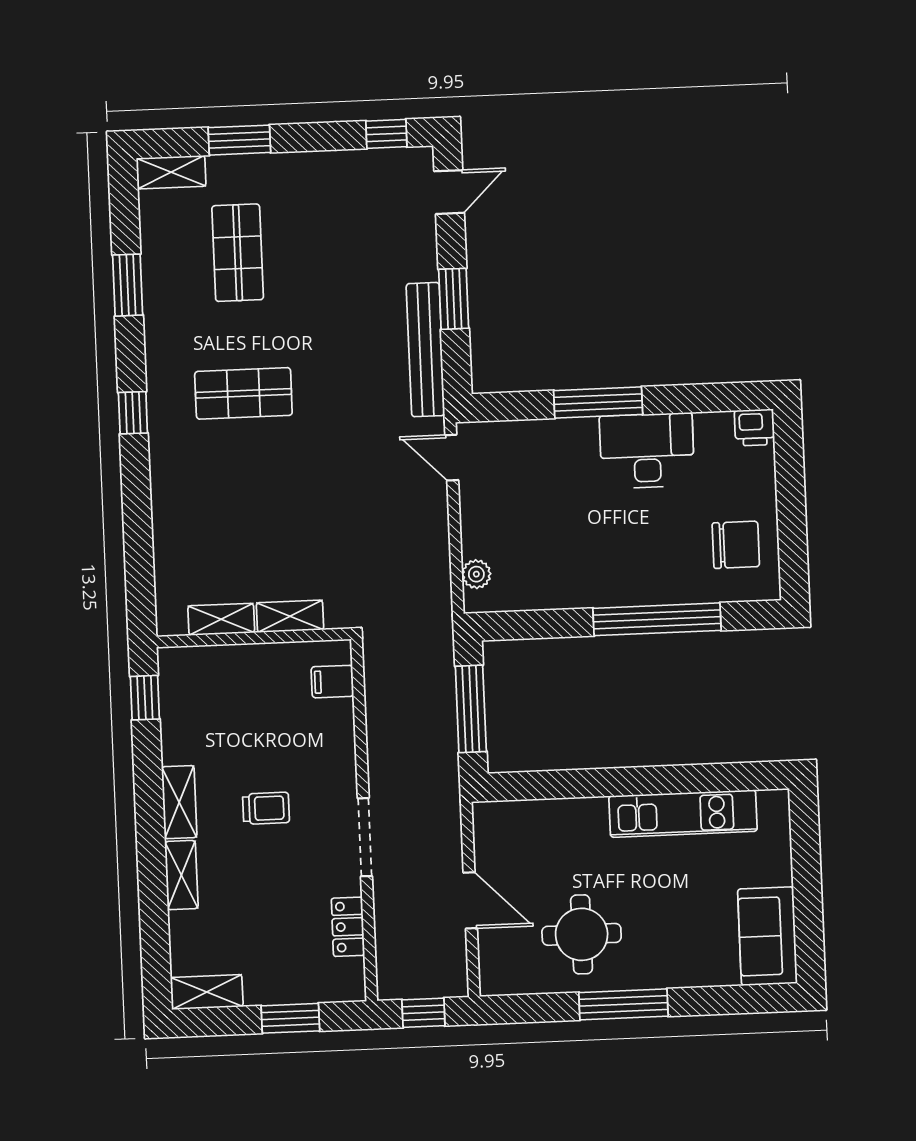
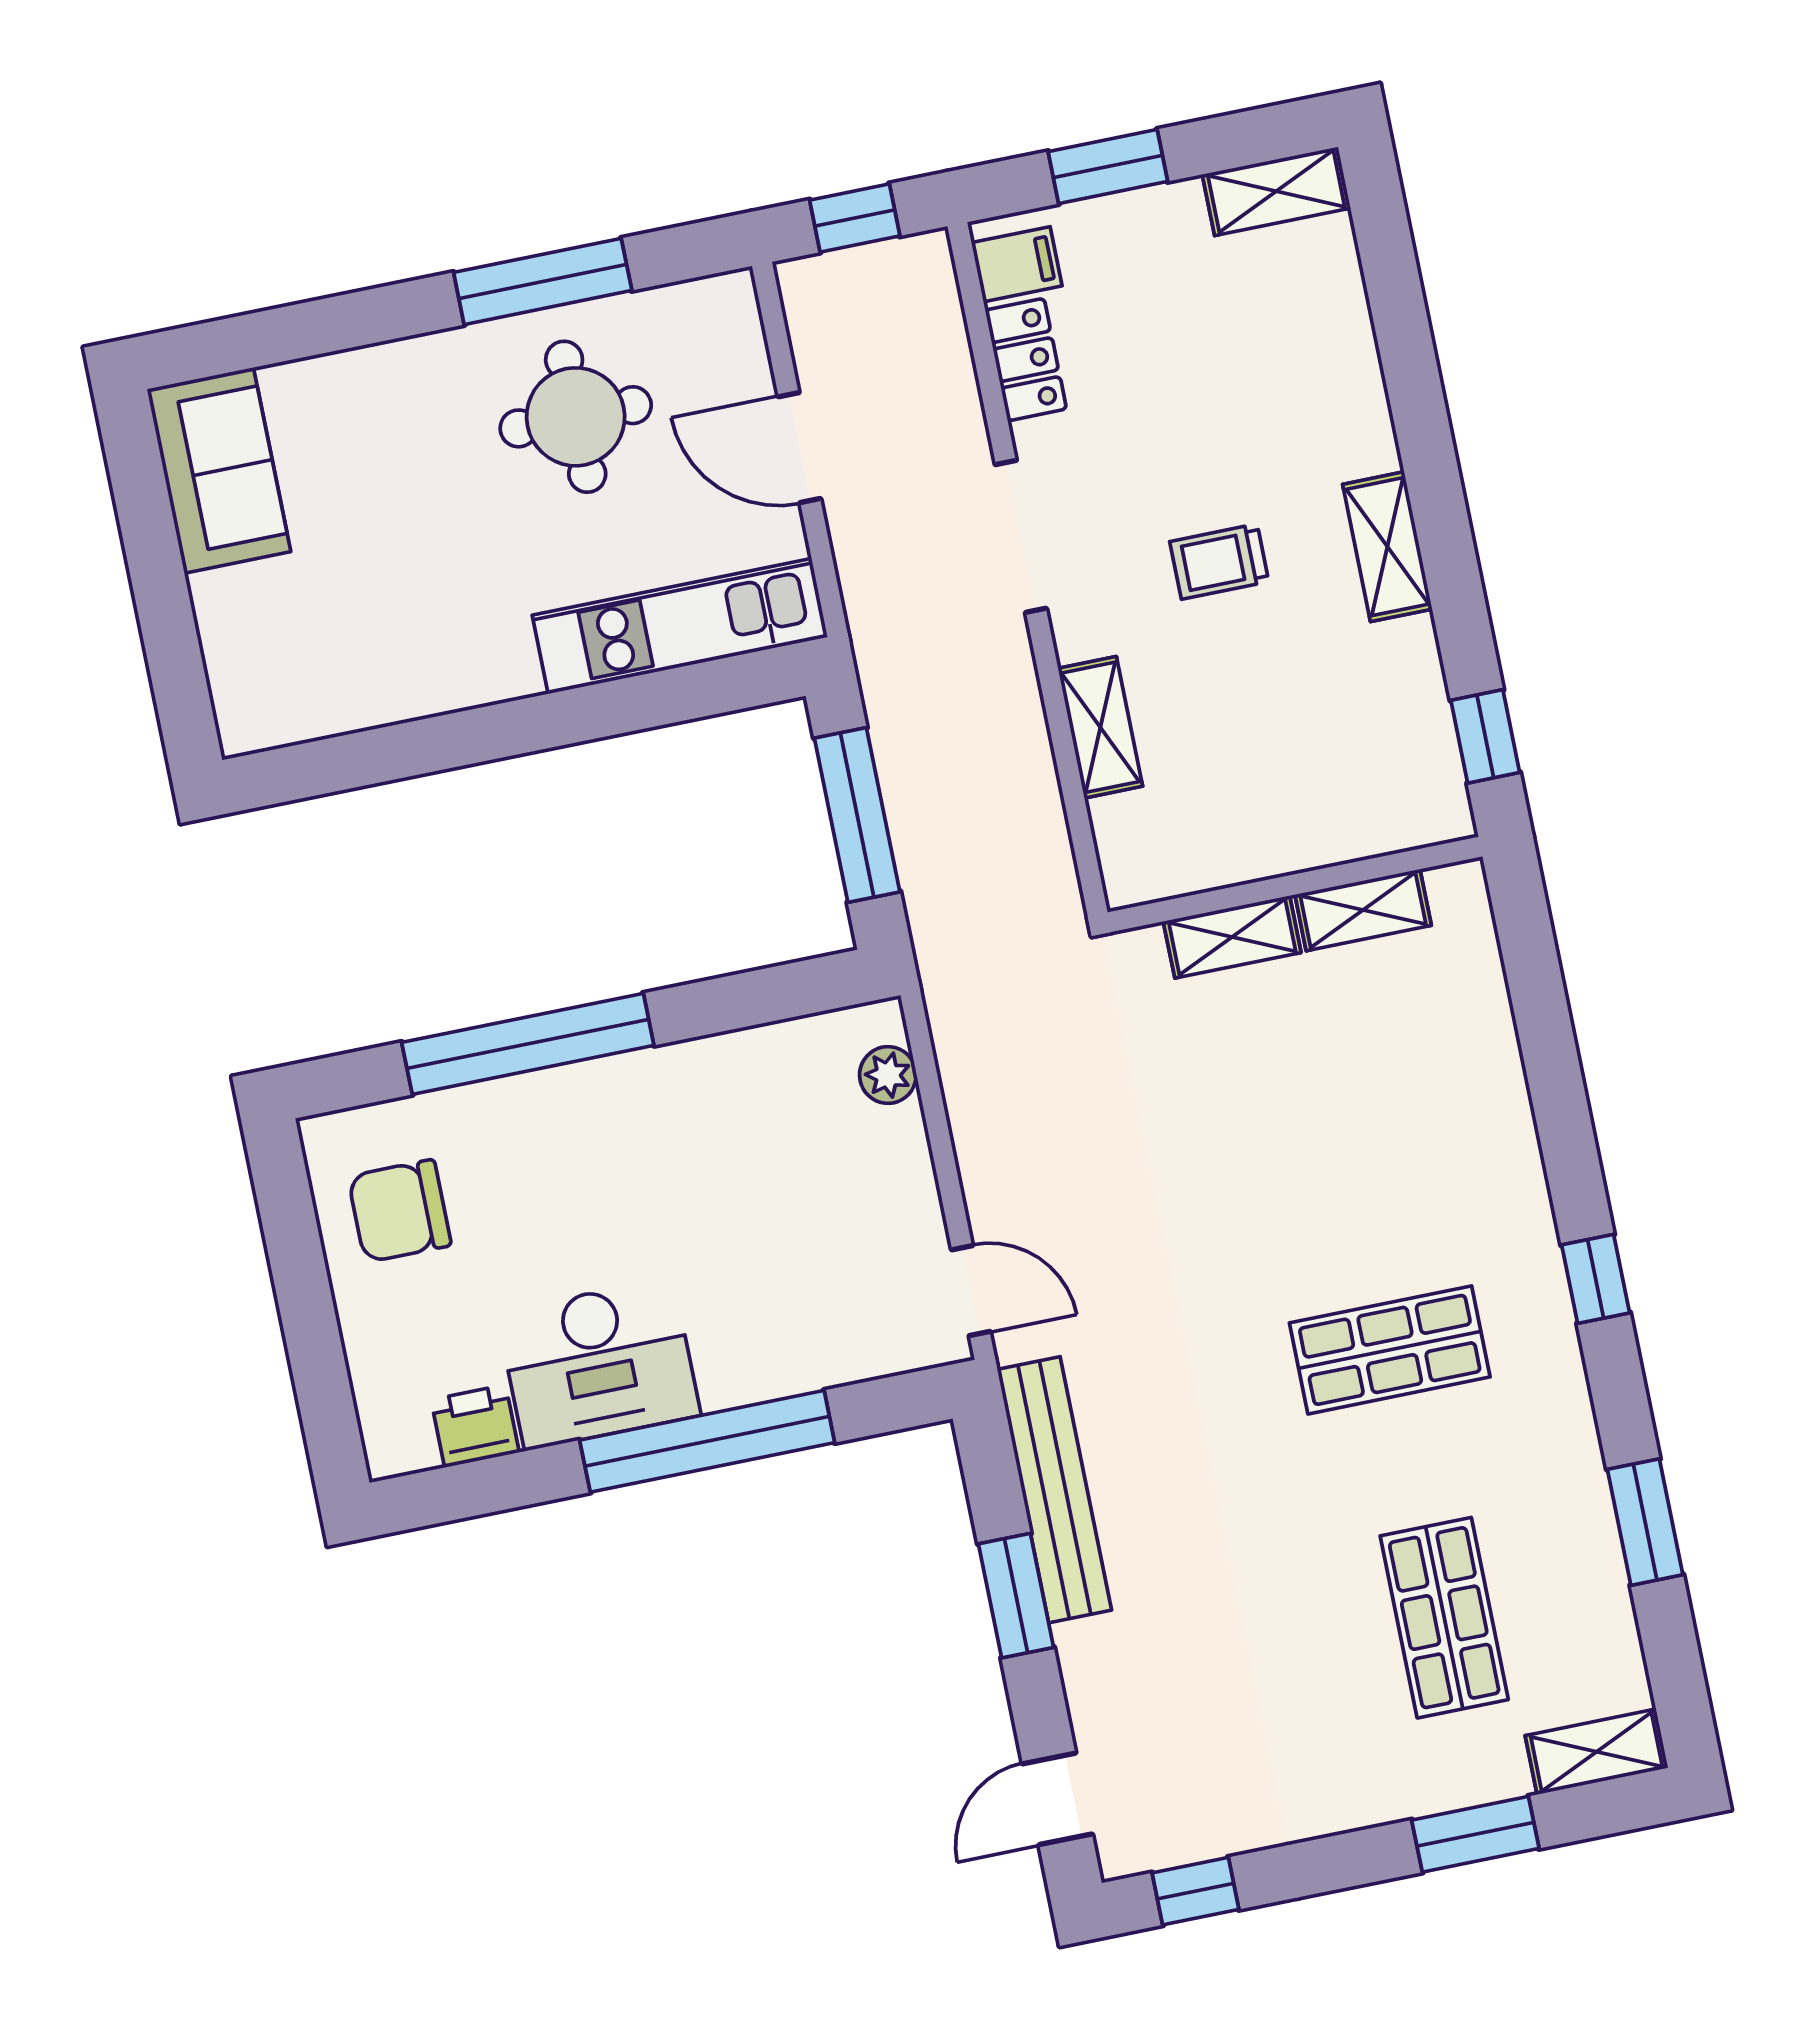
window: (598, 402) -> (707, 1441), width x1.46
printer: (755, 428) -> (475, 1426), moved
filing cabinet: (332, 682) -> (1017, 264), moved
kitchen unit: (683, 814) -> (680, 626), moved
shelving: (181, 875) -> (1100, 727), moved
window: (623, 1004) -> (543, 281), moved

